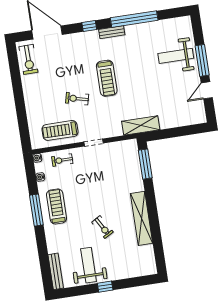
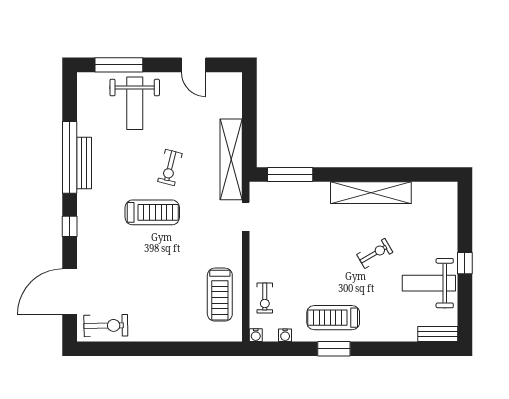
bench: (112, 32) -> (84, 163), moved, width x1.36
window: (202, 60) -> (119, 65), moved
exercise bike: (77, 99) -> (170, 167), moved
shelving: (141, 125) -> (231, 159), width x1.47
doorway: (94, 143) -> (246, 217), moved
window: (36, 210) -> (334, 349), width x0.69
bench: (56, 271) -> (438, 334), width x0.73

